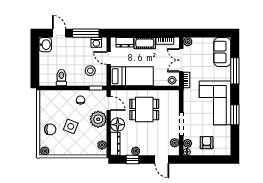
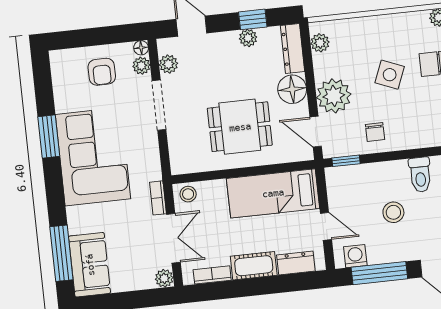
stool: (90, 71) -> (393, 212), moved
window: (235, 71) -> (61, 253), moved

